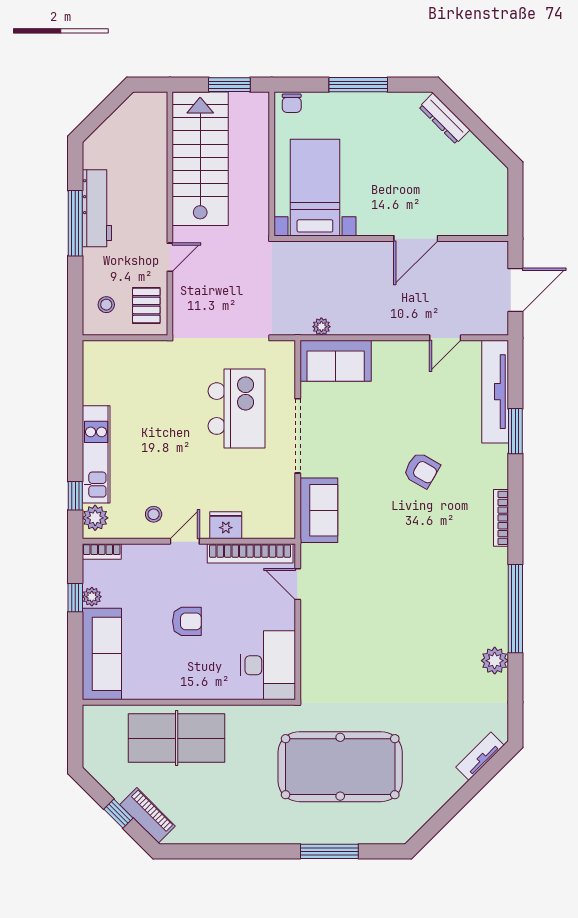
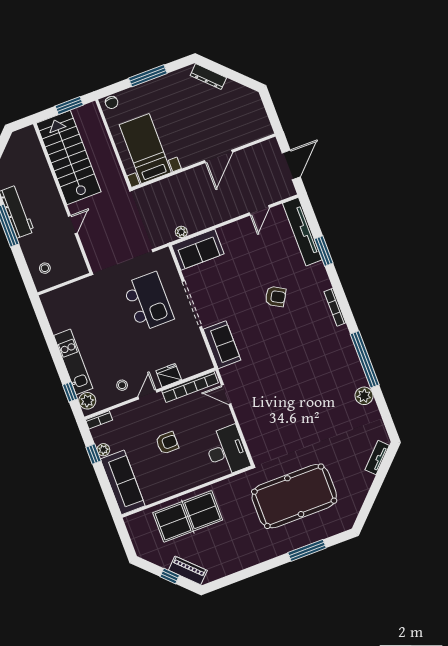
pallet: (146, 305) -> (69, 259), removed

